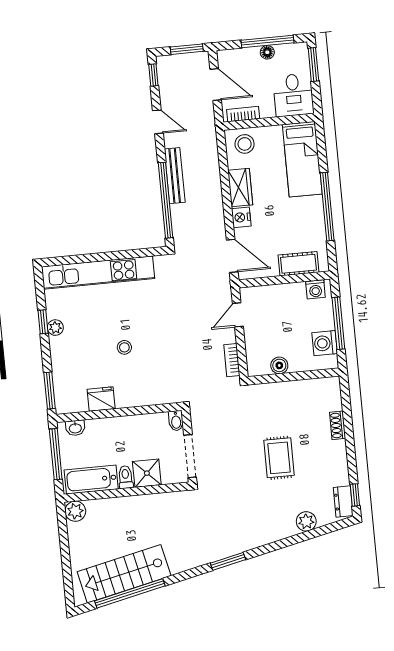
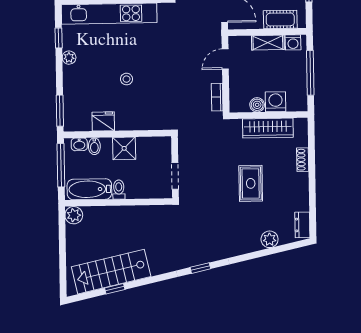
shelving: (286, 292) -> (268, 43), added
window: (43, 322) -> (59, 38), moved
washing machine: (325, 343) -> (276, 102), moved, turned 90
wardrobe: (294, 392) -> (268, 128), added
bidet: (176, 421) -> (94, 146), moved
doorway: (190, 456) -> (175, 176), width x0.73
shower: (147, 473) -> (124, 148), moved
window: (355, 495) -> (313, 220), removed
window: (228, 561) -> (200, 268), width x0.67
window: (130, 593) -> (115, 289), width x0.32

